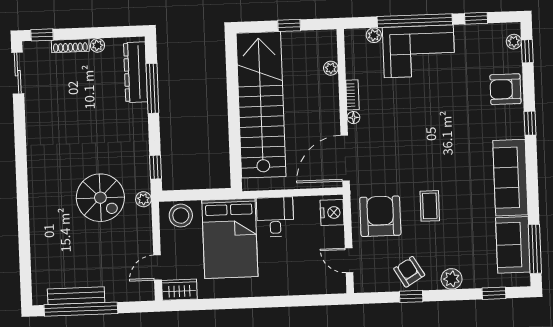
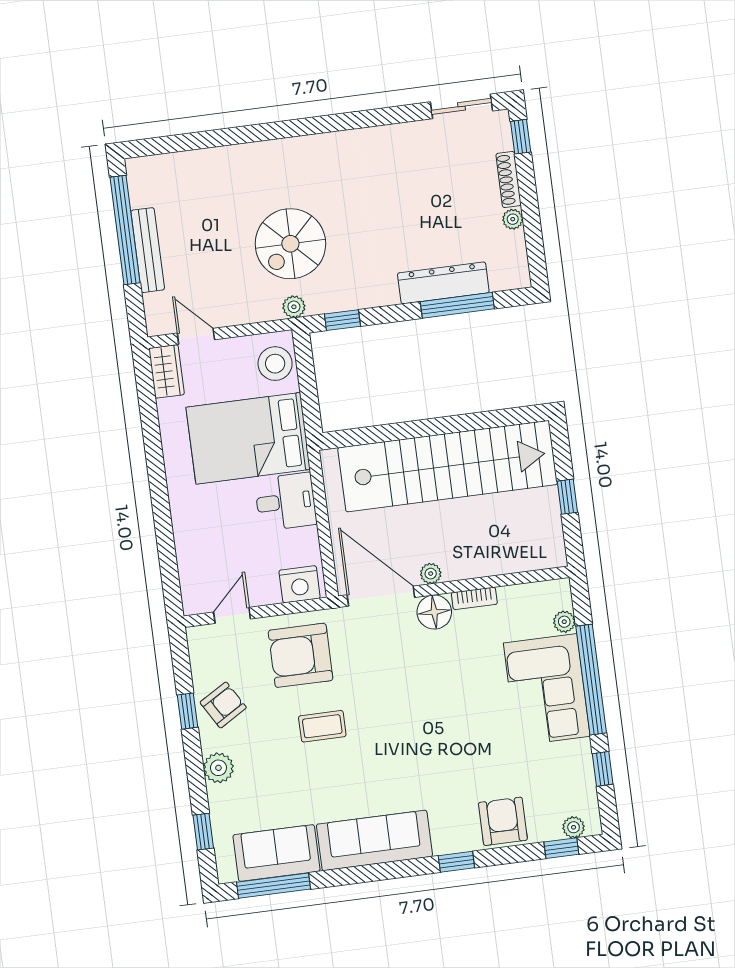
plant: (331, 68) -> (431, 574), moved
dresser: (135, 72) -> (443, 283), moved
floor lamp: (353, 118) -> (434, 612), width x1.89, depth x1.89
armchair: (380, 216) -> (301, 655), turned 180
bench: (76, 296) -> (148, 250), moved

